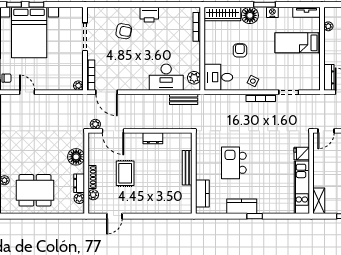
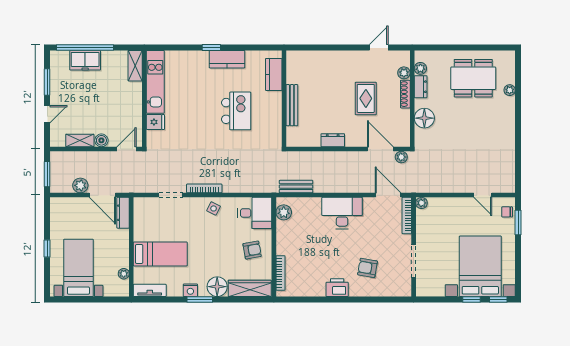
armchair: (240, 50) -> (252, 250), moved, turned -100
desk: (166, 77) -> (342, 213), moved

